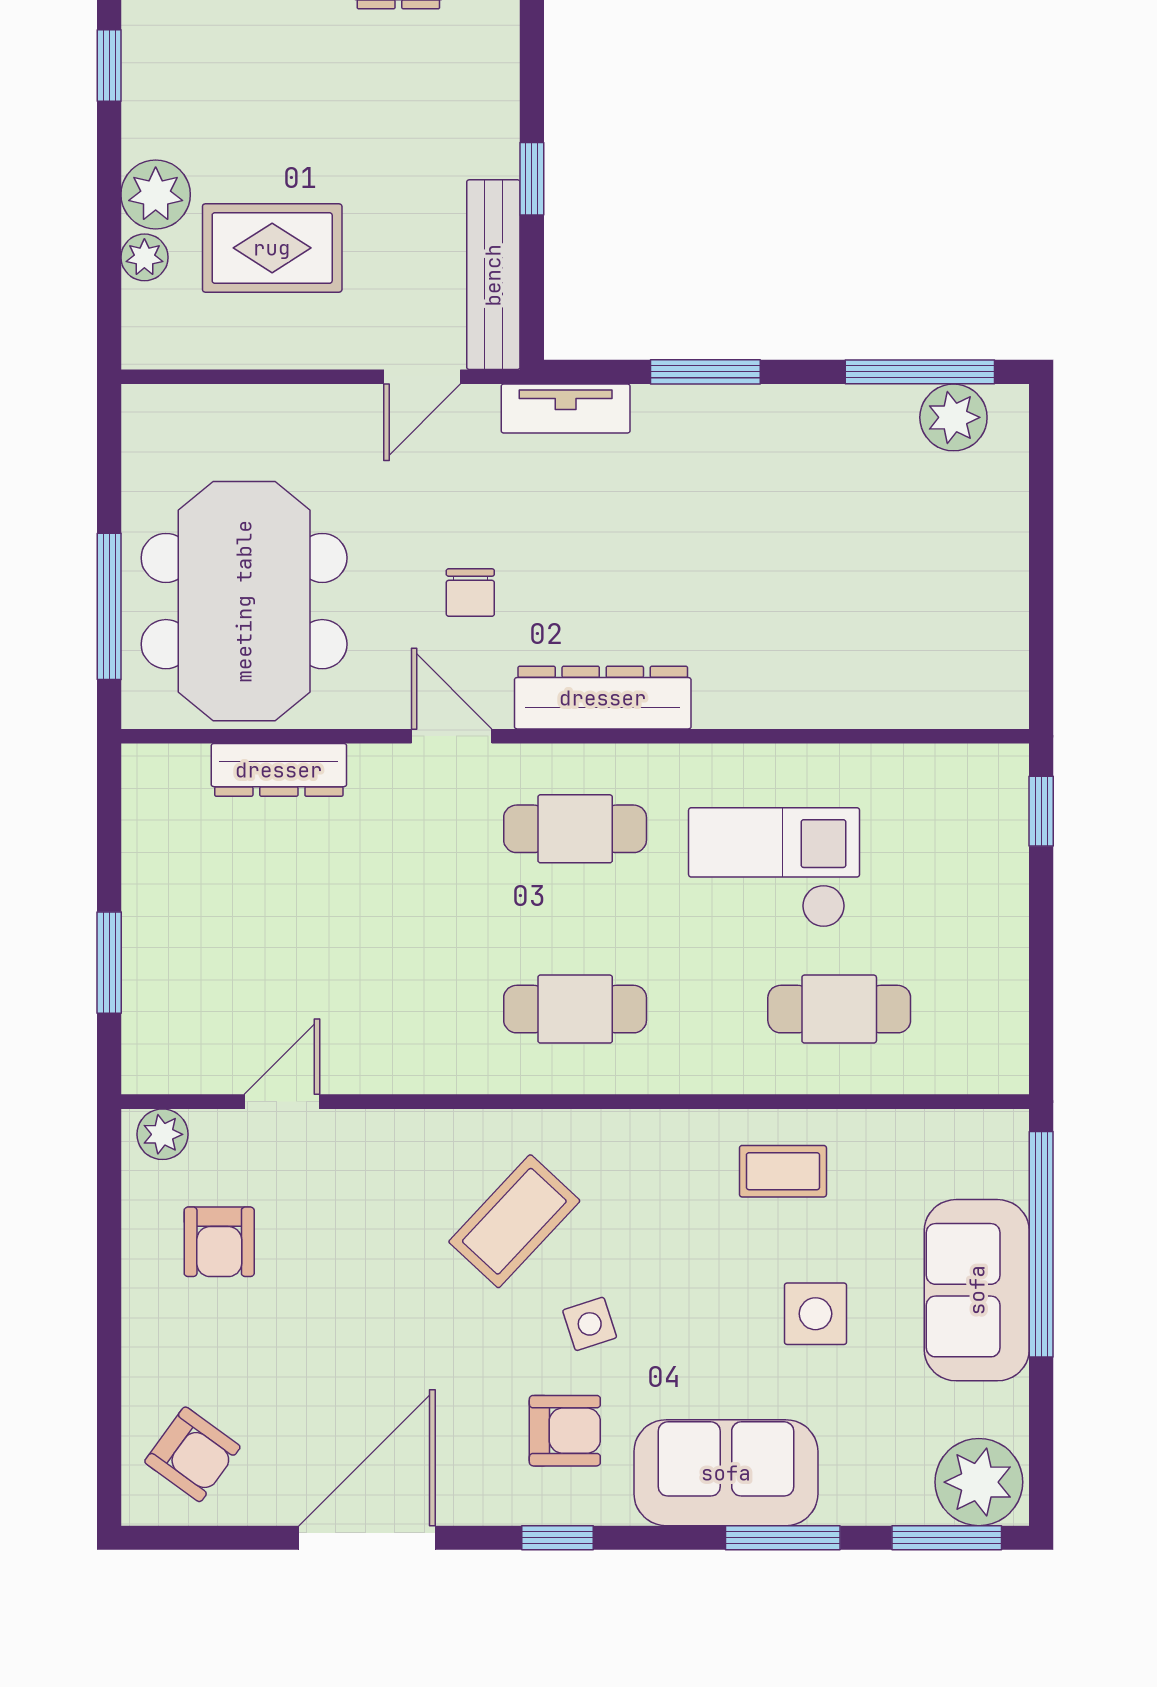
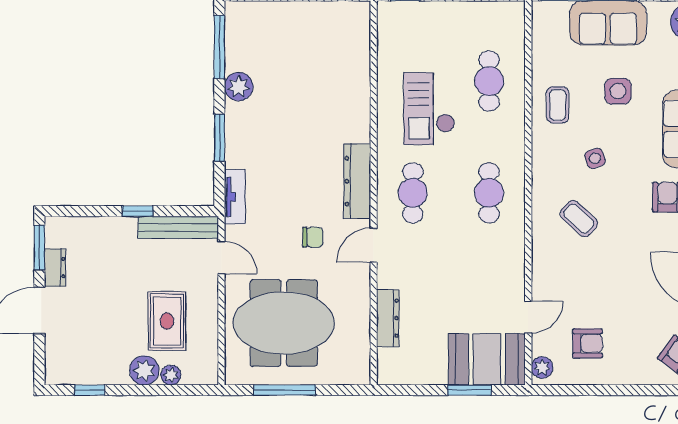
plant: (953, 417) -> (239, 87), moved
meeting table: (244, 601) -> (284, 323), moved
window: (109, 606) -> (285, 390), moved
booth: (182, 1004) -> (487, 359), added
door: (282, 1102) -> (528, 317), swing flipped
coffee table: (514, 1221) -> (579, 219), width x0.73, depth x0.77
side table: (590, 1324) -> (595, 158), moved

